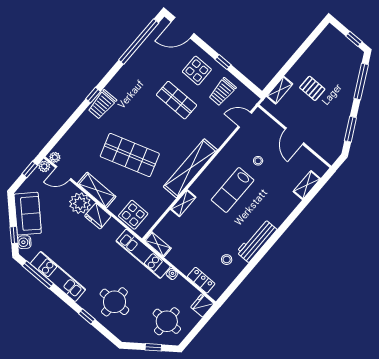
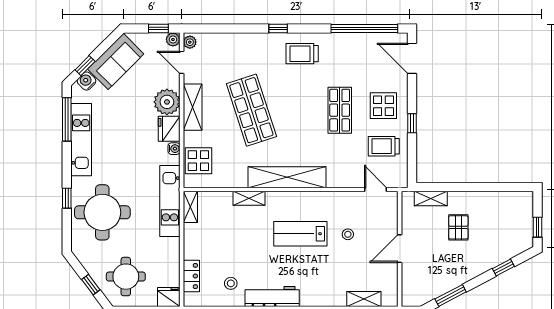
window: (361, 82) -> (503, 267), width x0.46
trolley: (102, 105) -> (302, 54), moved
water cooler: (172, 274) -> (174, 149), moved
round table: (114, 302) -> (102, 212), width x1.36, depth x1.36

